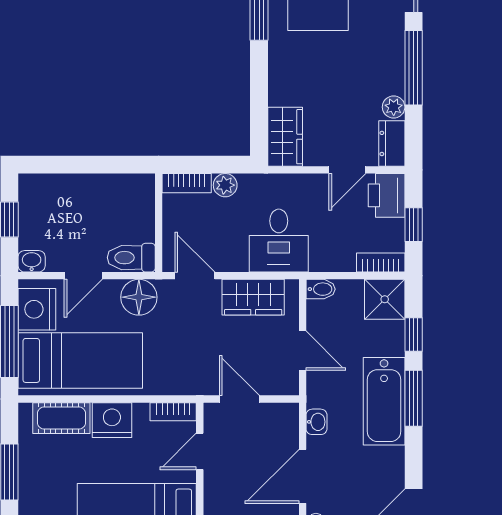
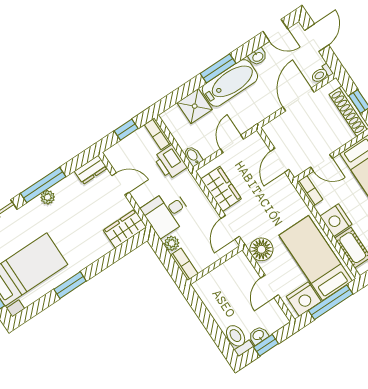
plant: (394, 107) -> (48, 197), moved
printer: (387, 195) -> (170, 162), moved, turned 90
desk: (279, 241) -> (167, 213), moved, turned 180
toilet: (131, 258) -> (238, 339), moved, turned 180
washbasin: (32, 261) -> (258, 335), moved, turned 90
door: (83, 276) -> (270, 286), swing flipped
shower: (385, 299) -> (195, 106), moved
window: (414, 335) -> (184, 91), removed
washbasin: (316, 422) -> (258, 57), moved, turned 180
door: (303, 476) -> (299, 100), swing flipped

